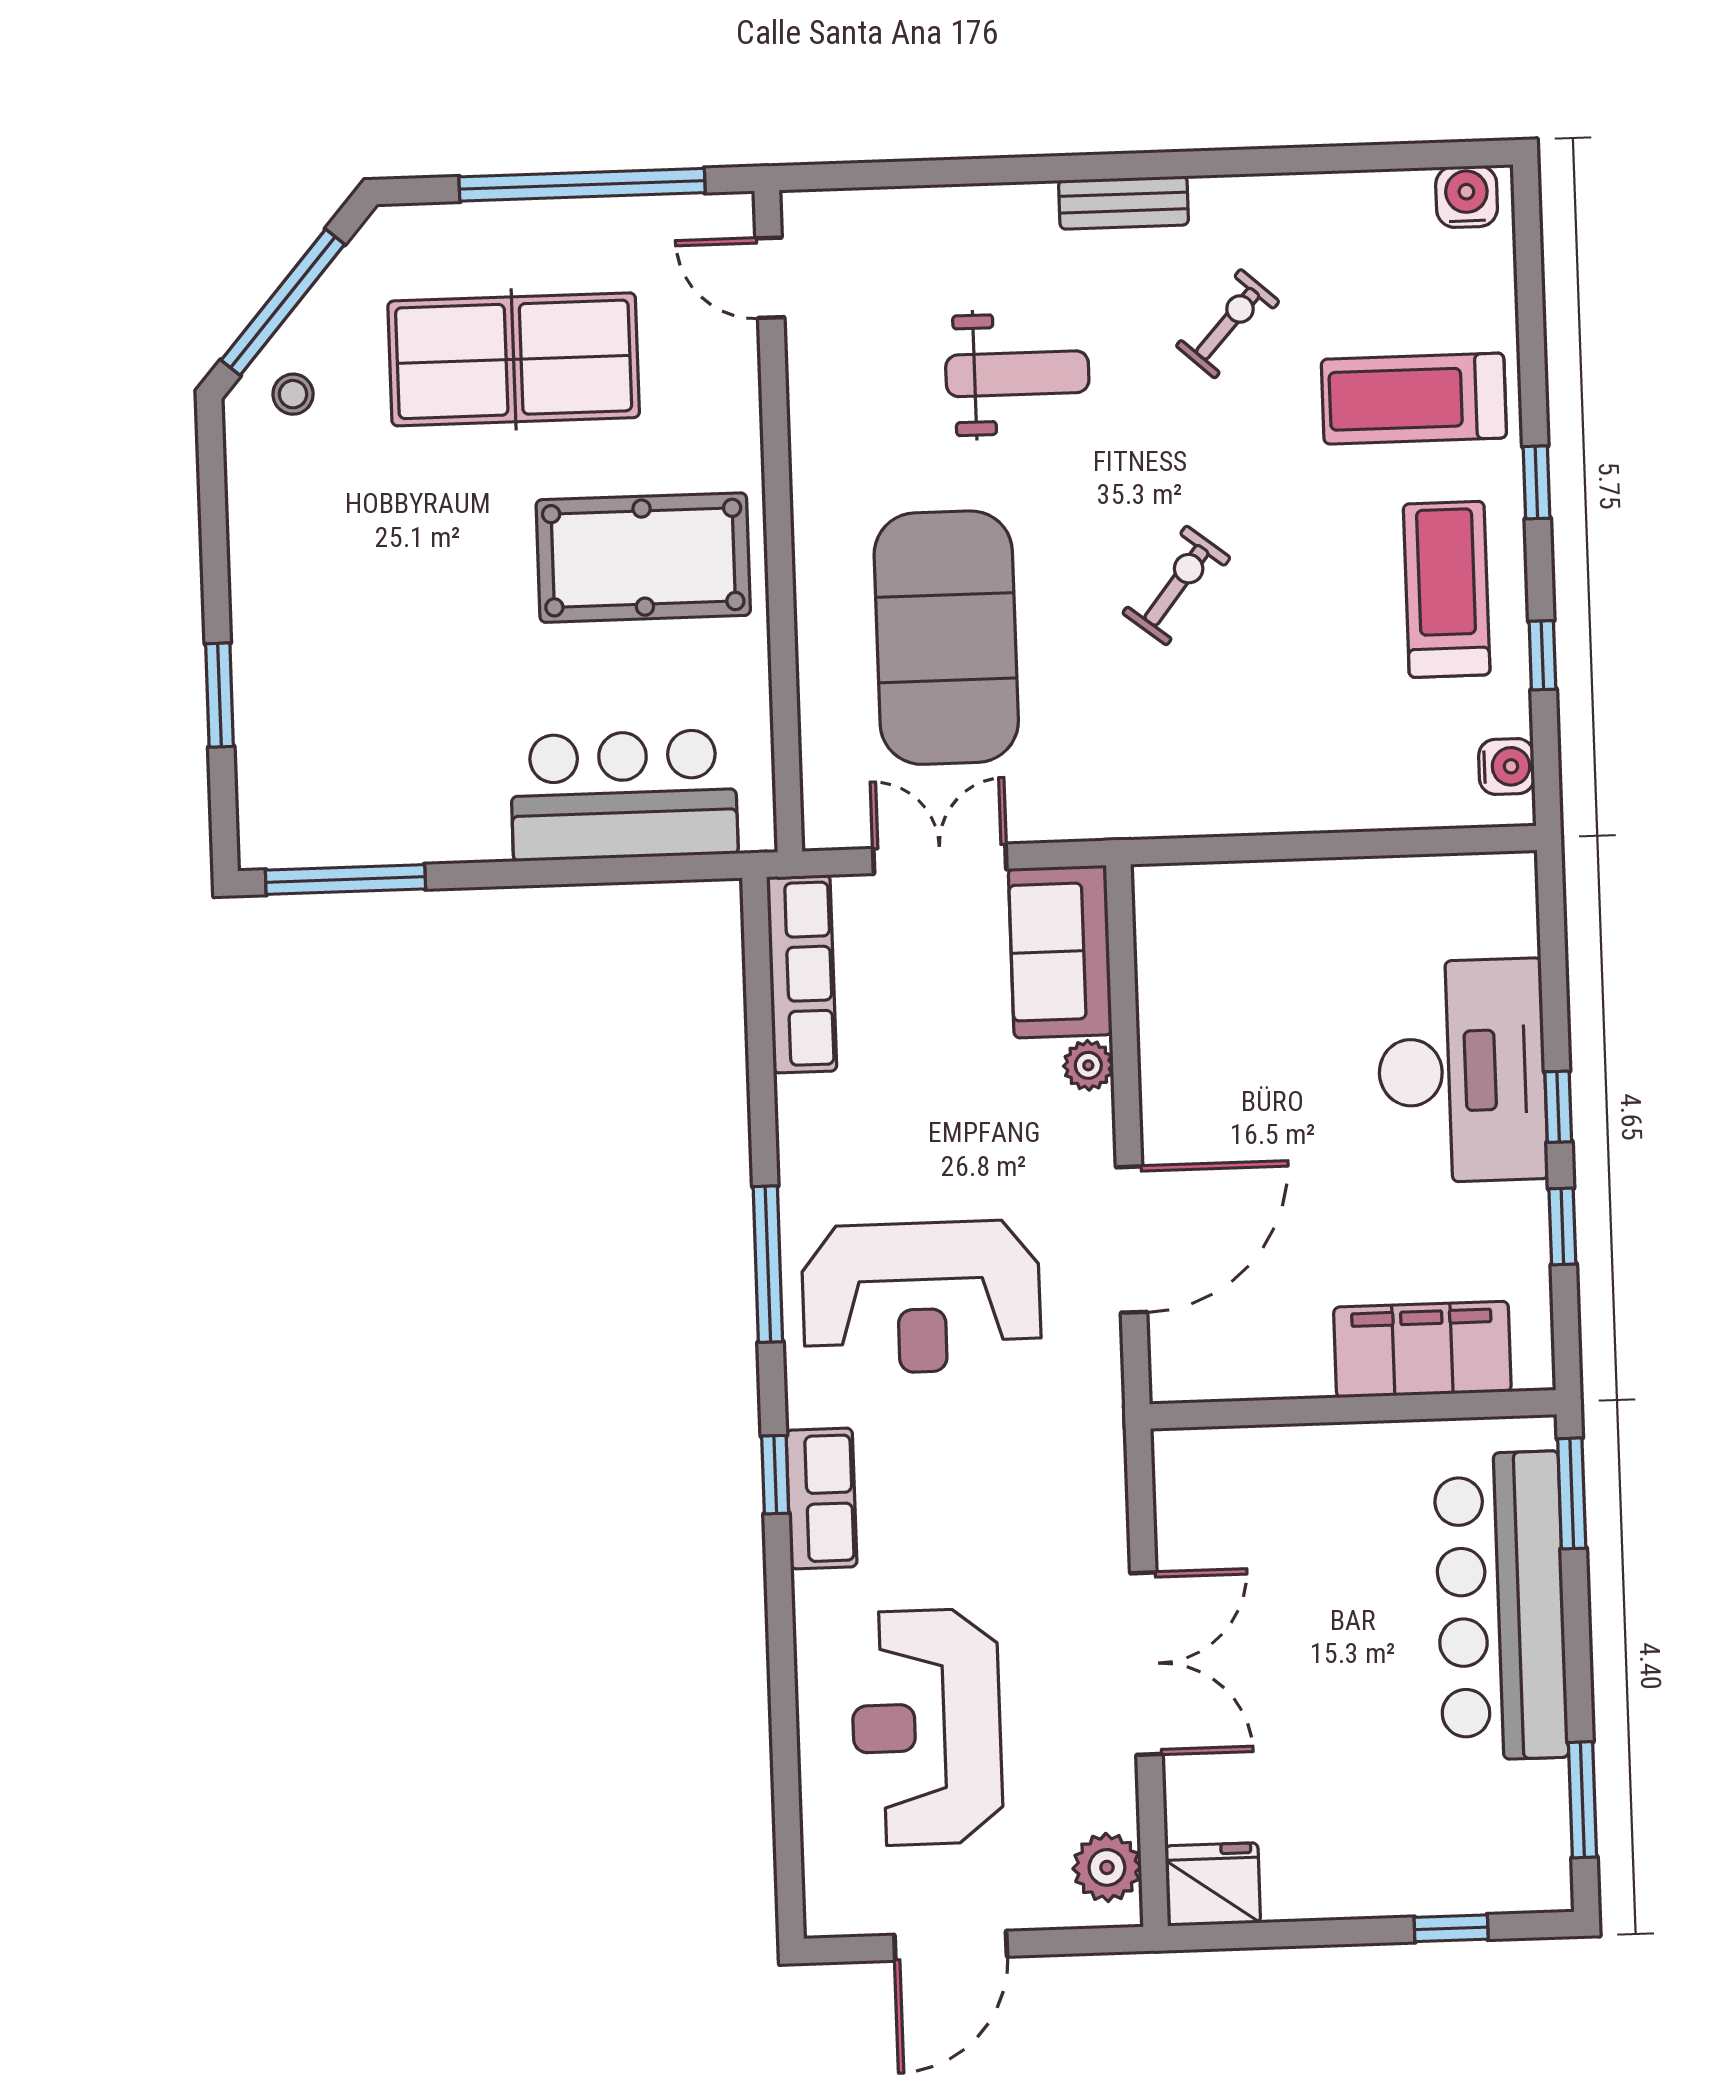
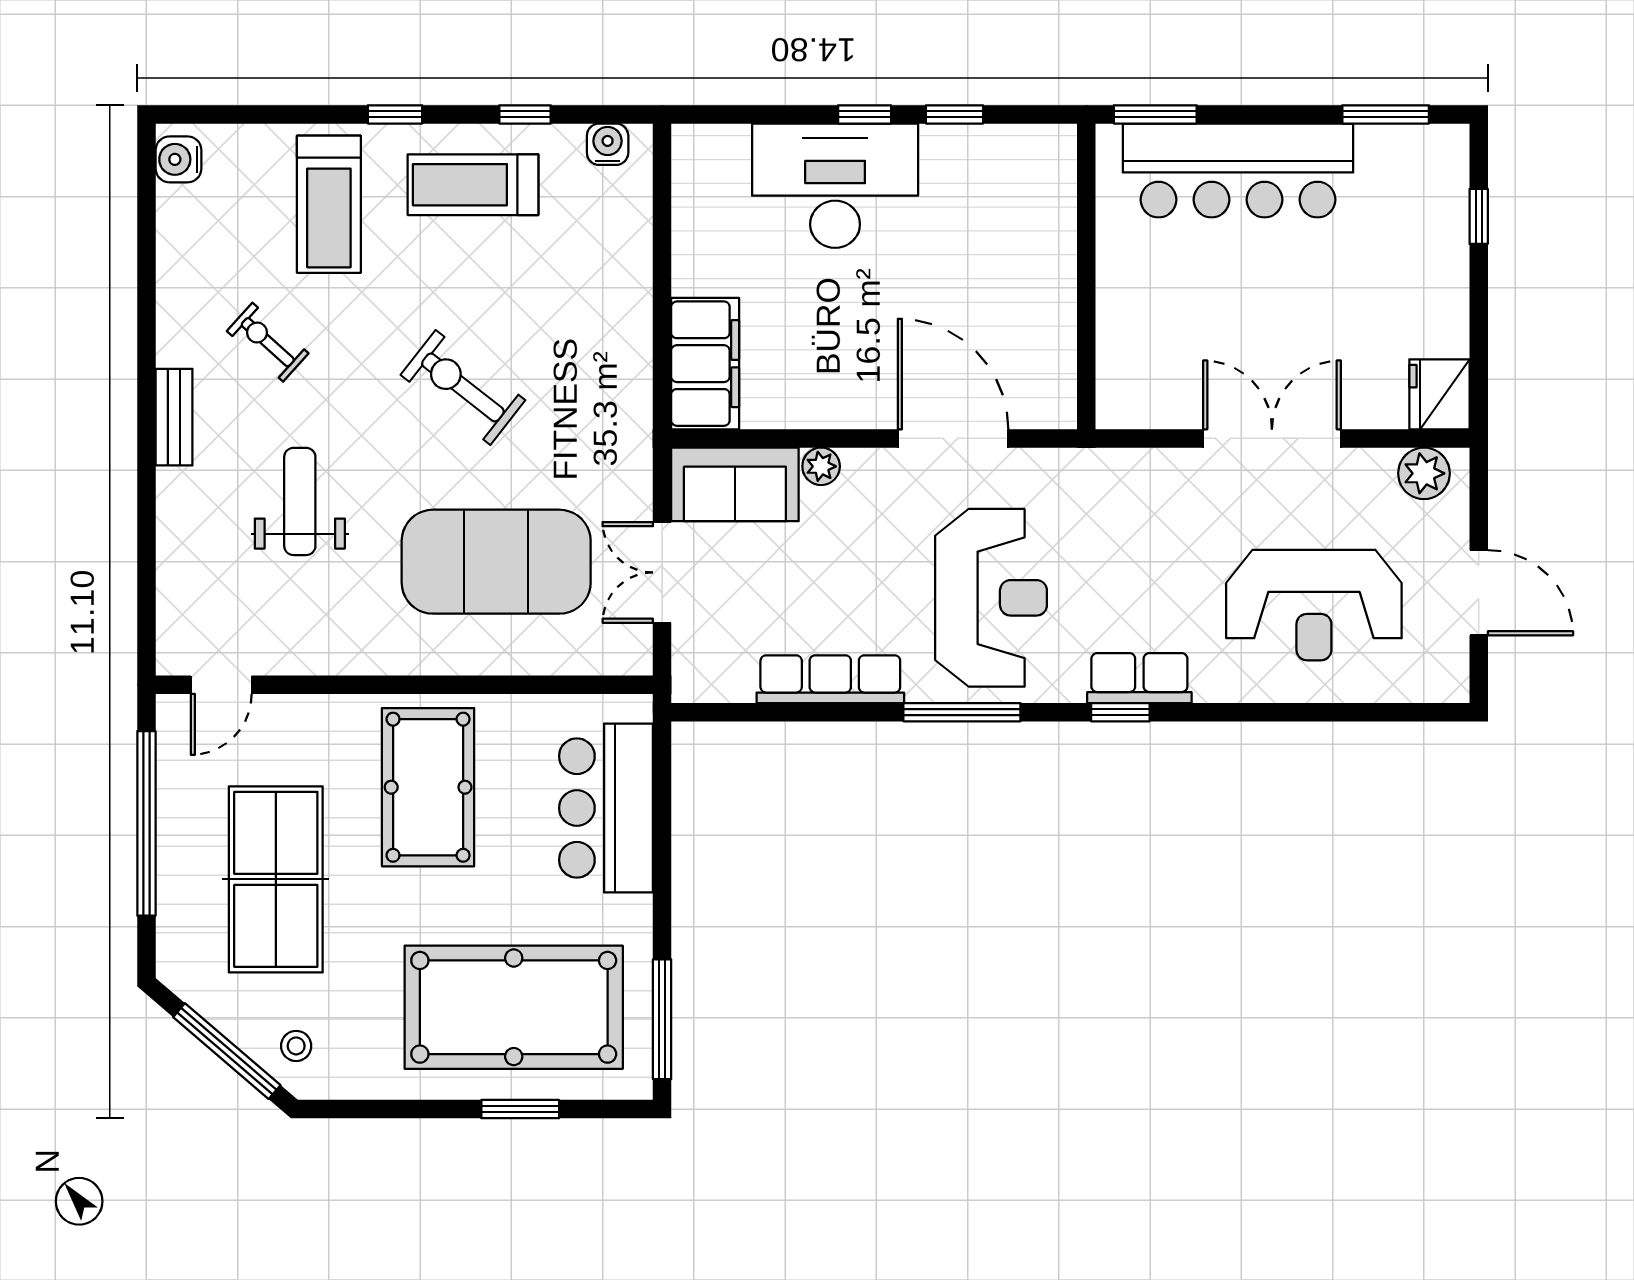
exercise bike: (1176, 585) -> (463, 387), width x1.38, depth x1.39
pool table: (355, 682) -> (514, 1007), added
row of seats: (802, 974) -> (830, 679), moved
filing cabinet: (1422, 1349) -> (705, 364), moved, turned 180

